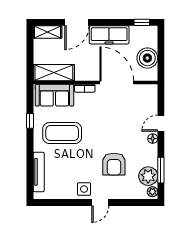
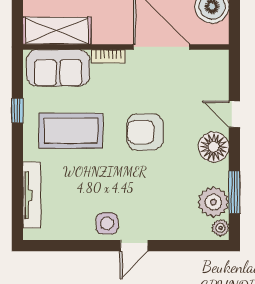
door: (161, 123) -> (234, 114), hinge flipped
floor lamp: (153, 139) -> (214, 147), width x1.89, depth x1.89
armchair: (114, 164) -> (145, 132), moved, turned 90

